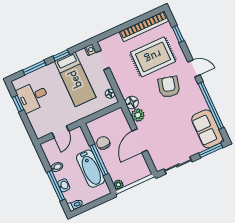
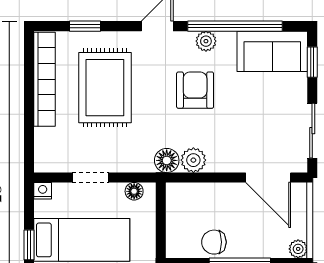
doorway: (102, 60) -> (91, 178), moved
armchair: (169, 87) -> (195, 90), moved, turned 76
plant: (197, 95) -> (206, 41), added
door: (140, 141) -> (268, 178), moved
window: (211, 150) -> (312, 62), width x0.67

